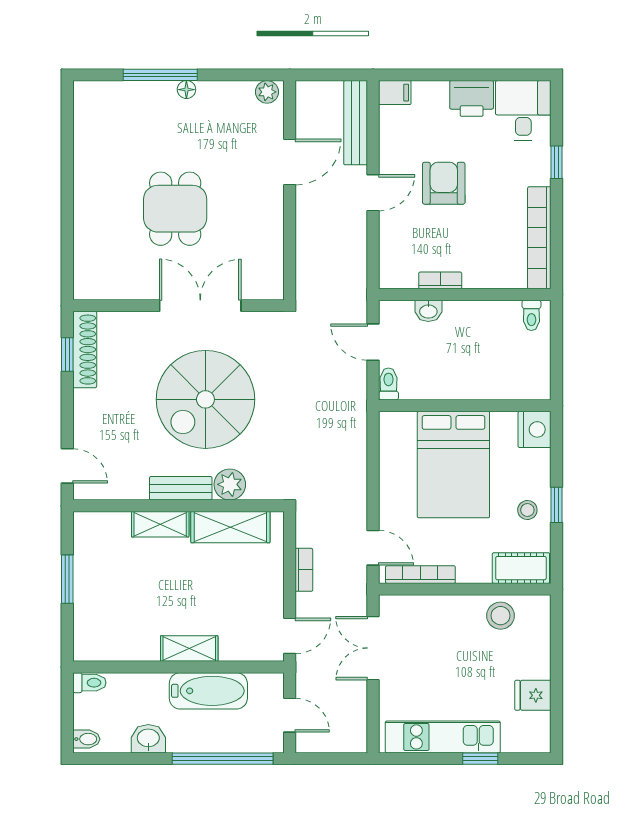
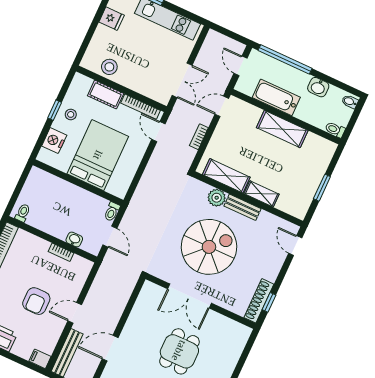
nightstand: (535, 429) -> (54, 141), moved
cot: (521, 568) -> (106, 95), moved
shelving: (189, 649) -> (282, 129), width x1.50, depth x1.33

